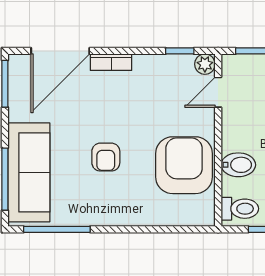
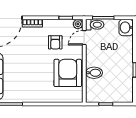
armchair: (106, 157) -> (55, 42), moved
toilet: (240, 209) -> (95, 25), moved

